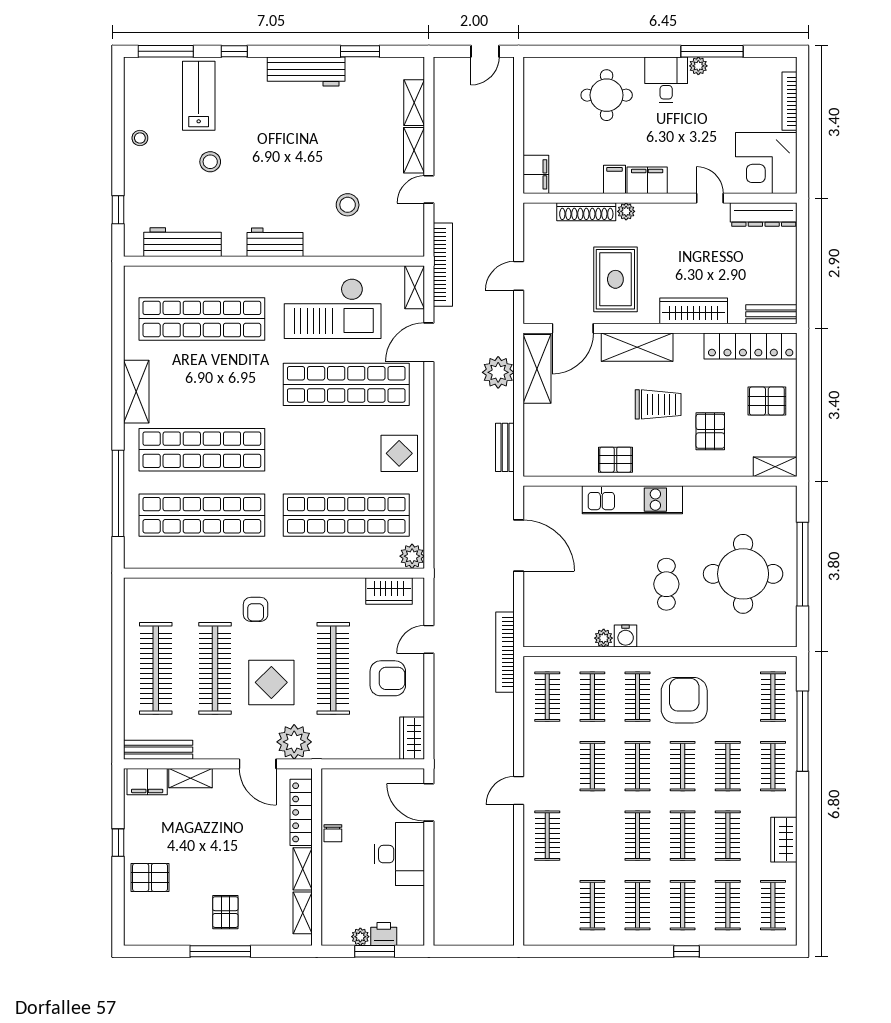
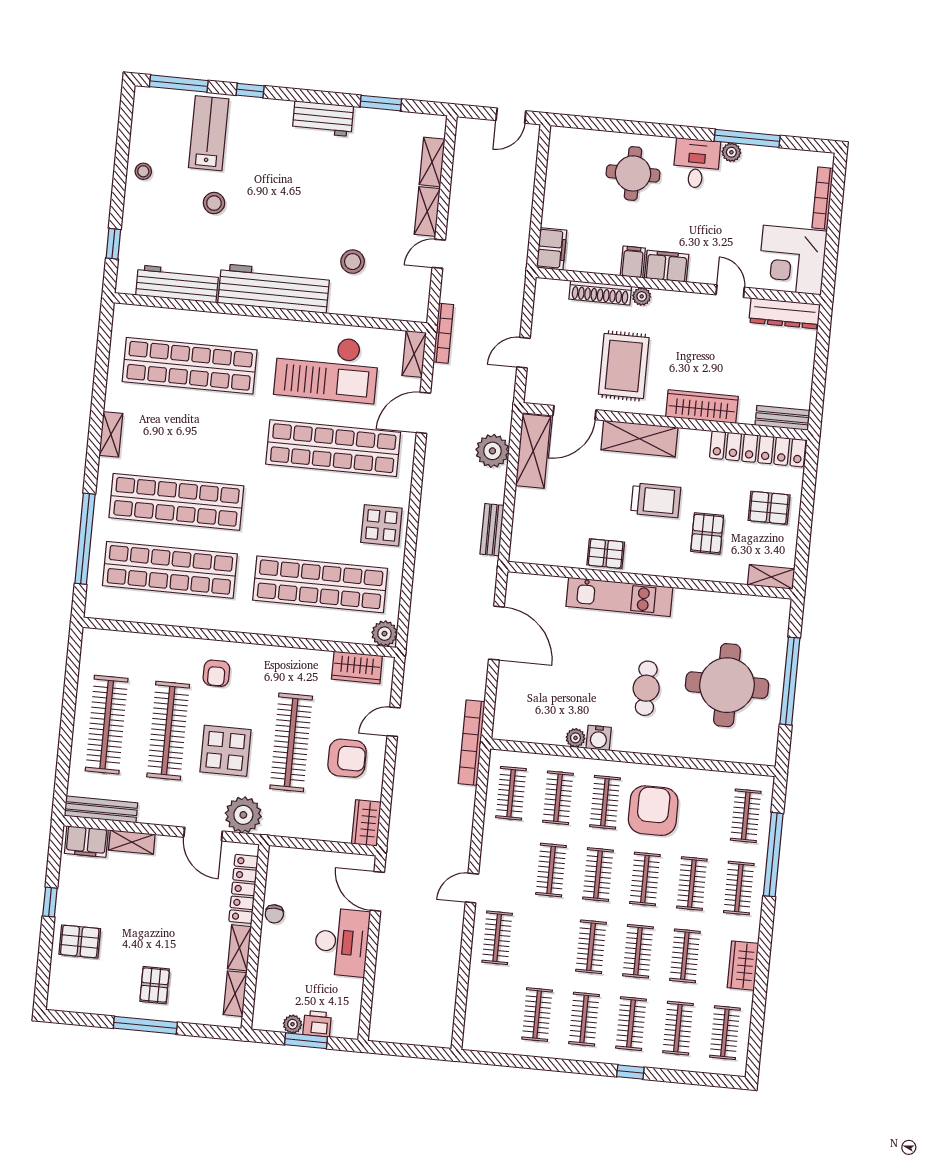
workbench: (306, 71) -> (323, 119), width x0.73
workbench: (275, 242) -> (274, 288), width x1.88, depth x1.32
bookcase: (443, 265) -> (443, 333), width x0.68, depth x0.76
shelving: (136, 392) -> (111, 434), width x0.67, depth x0.75

